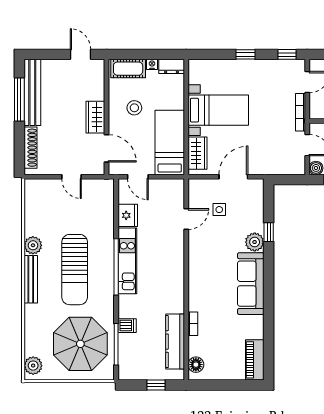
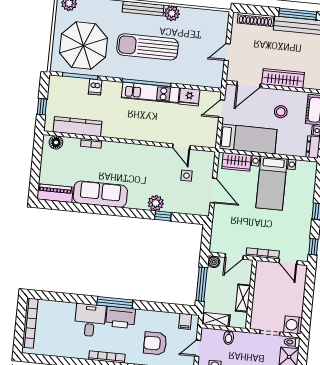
wardrobe: (95, 117) -> (283, 78), width x1.50
sofa: (251, 284) -> (100, 194), moved

